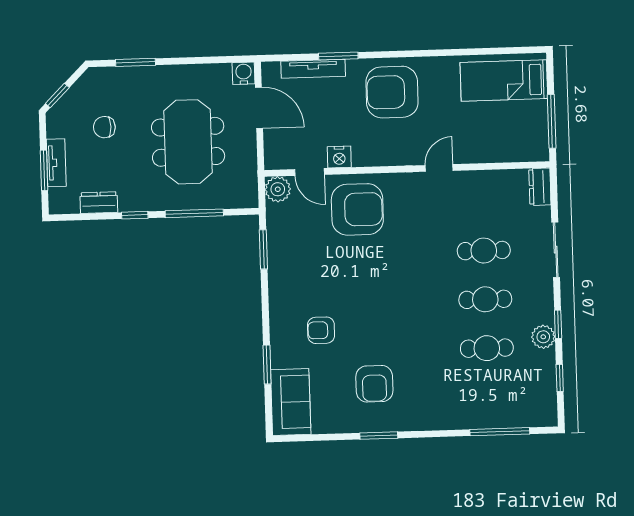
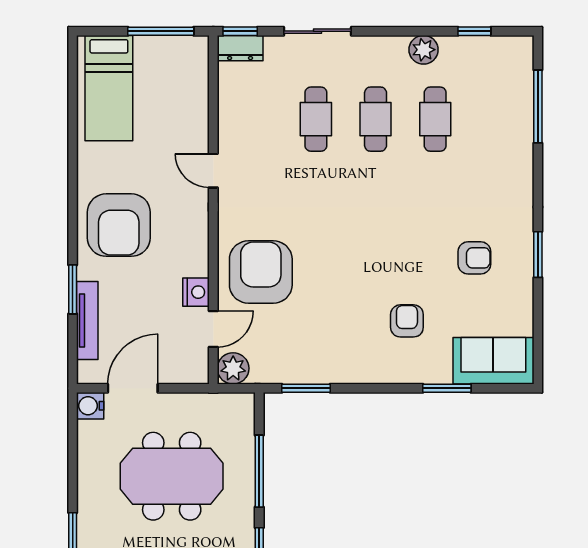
window: (558, 324) -> (240, 31), moved
armchair: (321, 330) -> (407, 321), turned 180
armchair: (374, 384) -> (474, 258), width x0.72, depth x0.72

